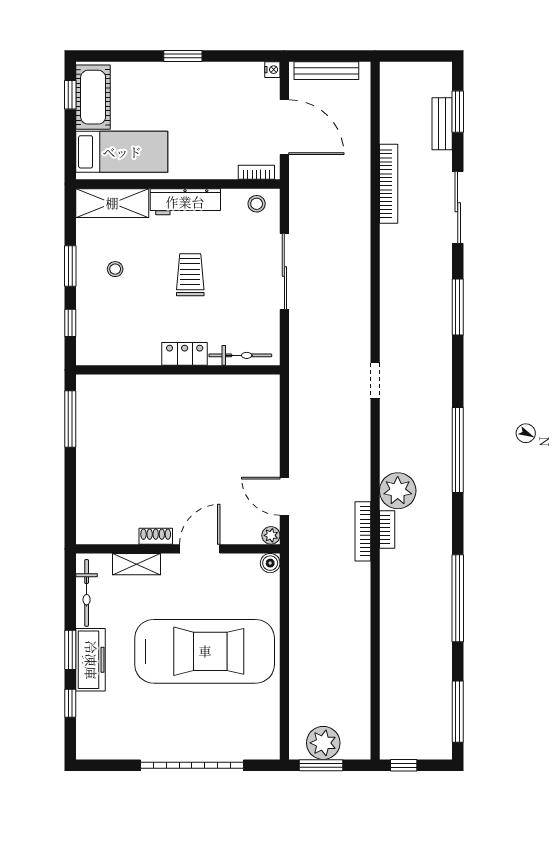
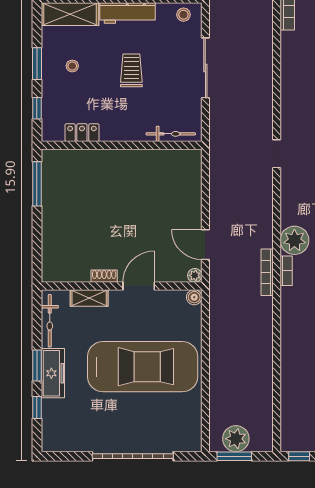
locker: (185, 354) -> (82, 133), moved

